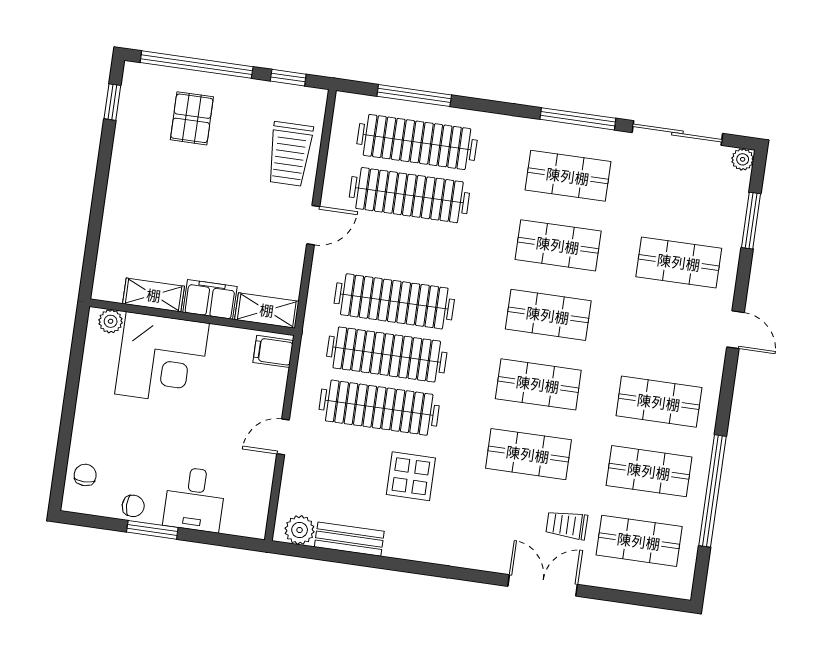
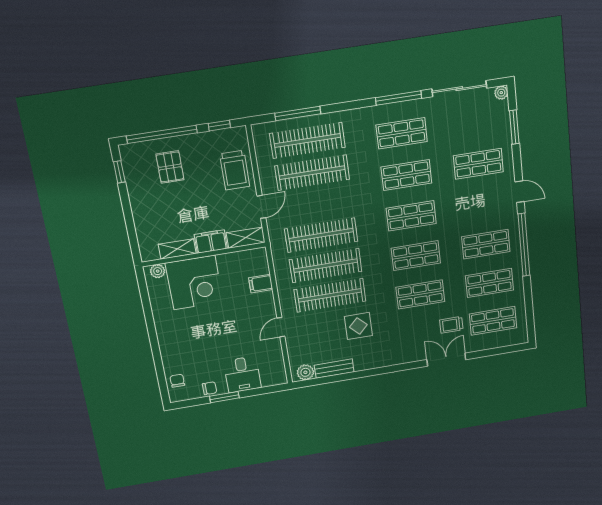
shelving: (154, 295) -> (177, 249), moved
filing cabinet: (210, 299) -> (211, 242), moved
shelving: (267, 310) -> (246, 238), moved
wall: (192, 317) -> (204, 255), moved
plant: (111, 321) -> (158, 271), moved
corner desk: (162, 359) -> (194, 283), moved
window: (712, 491) -> (524, 245), moved

